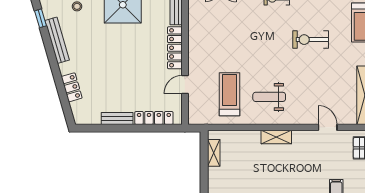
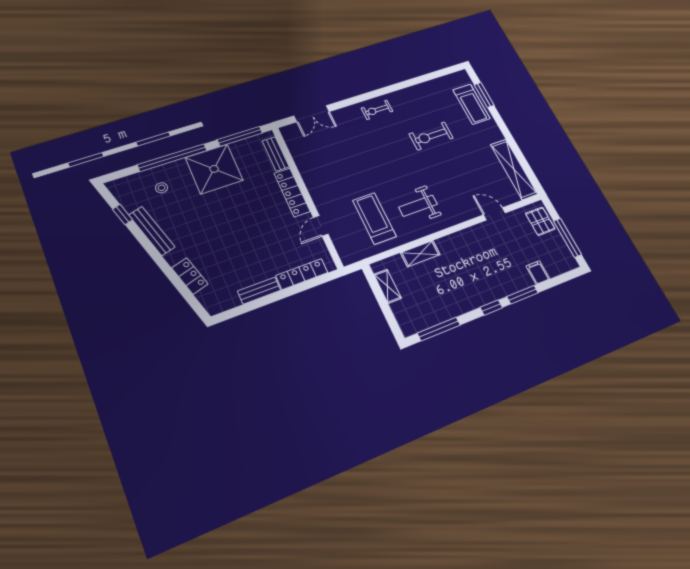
shelving: (276, 137) -> (420, 254), moved

